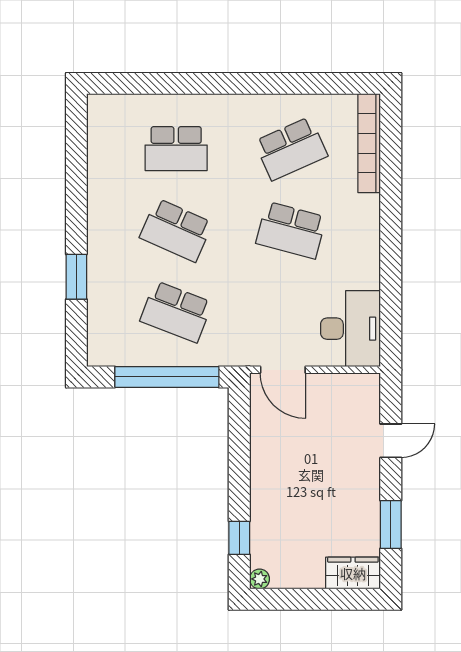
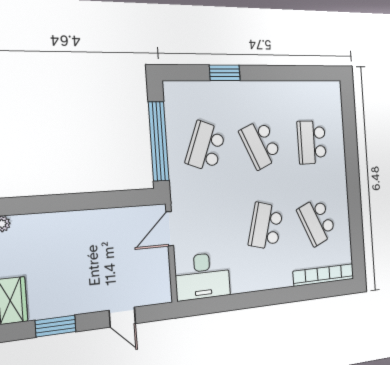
school desk: (176, 230) -> (260, 144), turned -48
window: (239, 538) -> (36, 205), removed

